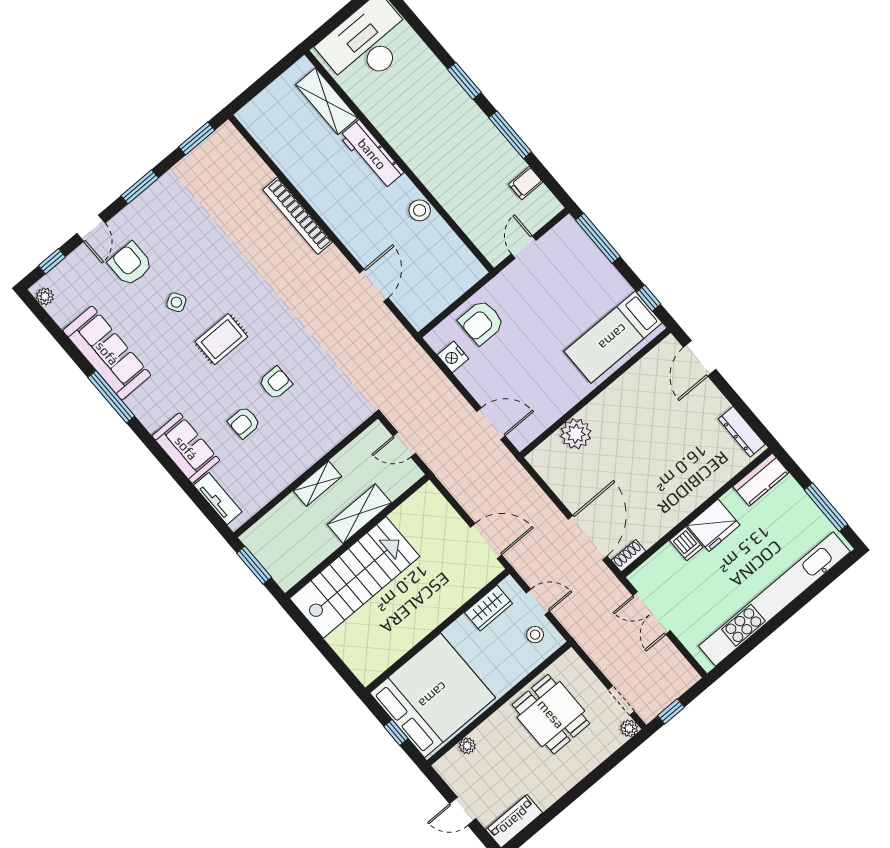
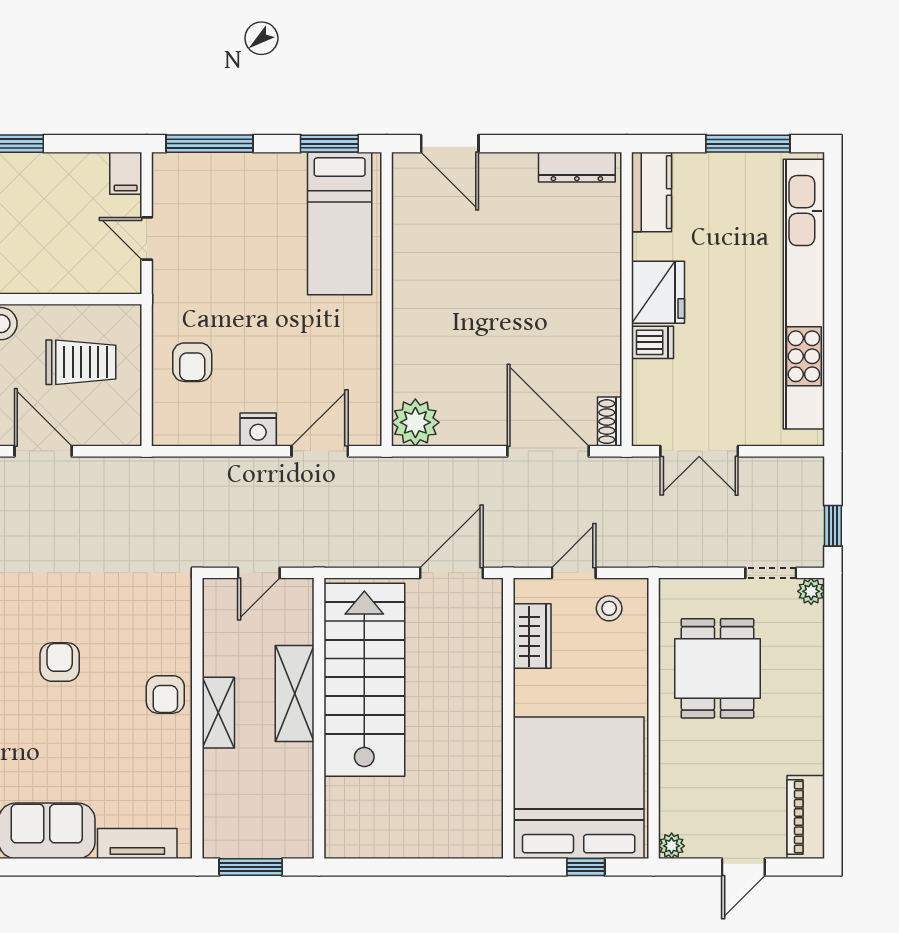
filing cabinet: (526, 183) -> (126, 173), moved
trolley: (434, 267) -> (81, 362), added
window: (649, 298) -> (329, 144), width x1.50
armchair: (481, 322) -> (192, 362), width x0.72, depth x0.72
nightstand: (453, 357) -> (258, 430), moved
armchair: (244, 422) -> (165, 694), moved
plant: (576, 434) -> (415, 422), moved
stairs: (355, 577) -> (364, 680), moved
dining table: (551, 714) -> (717, 668), turned 90
plant: (467, 746) -> (672, 846), moved

